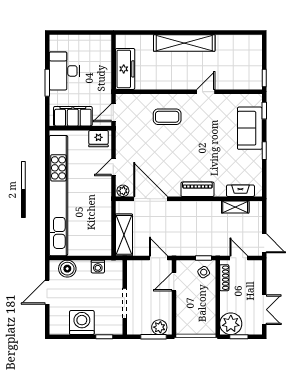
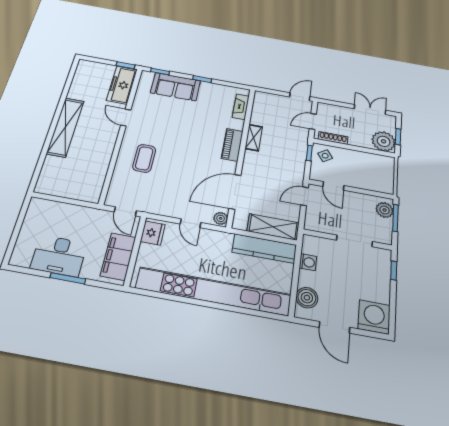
freezer: (125, 69) -> (122, 85), moved, turned -90
shelving: (235, 207) -> (254, 138), moved
kitchen counter: (103, 230) -> (264, 249), added
washing machine: (82, 323) -> (374, 317), moved, turned 90

